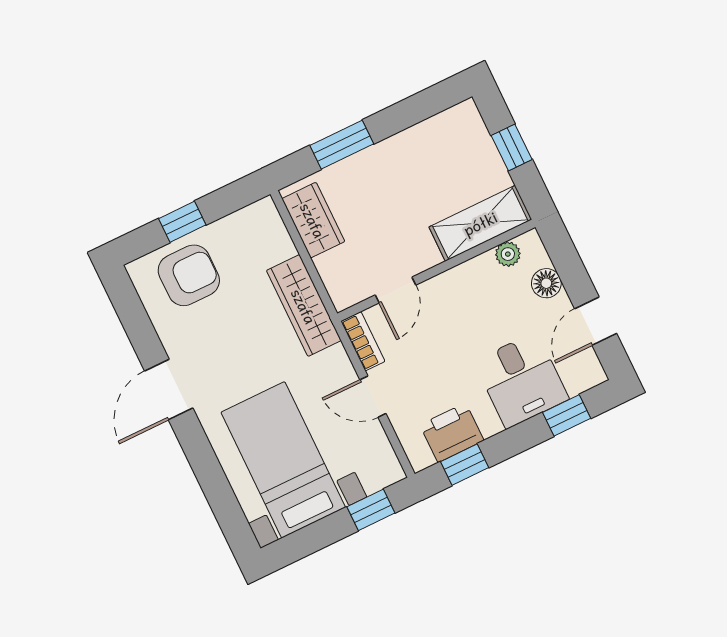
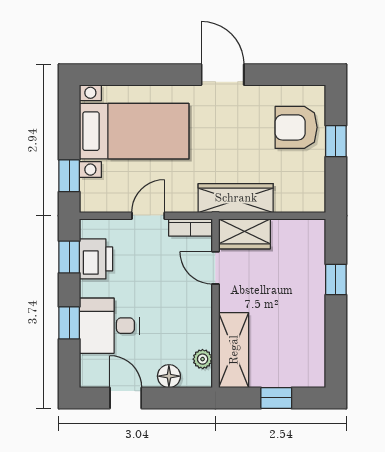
window: (342, 145) -> (336, 279), width x0.67
wardrobe: (313, 220) -> (244, 234), moved
armchair: (189, 275) -> (296, 127), turned 90
window: (567, 415) -> (69, 323), moved

